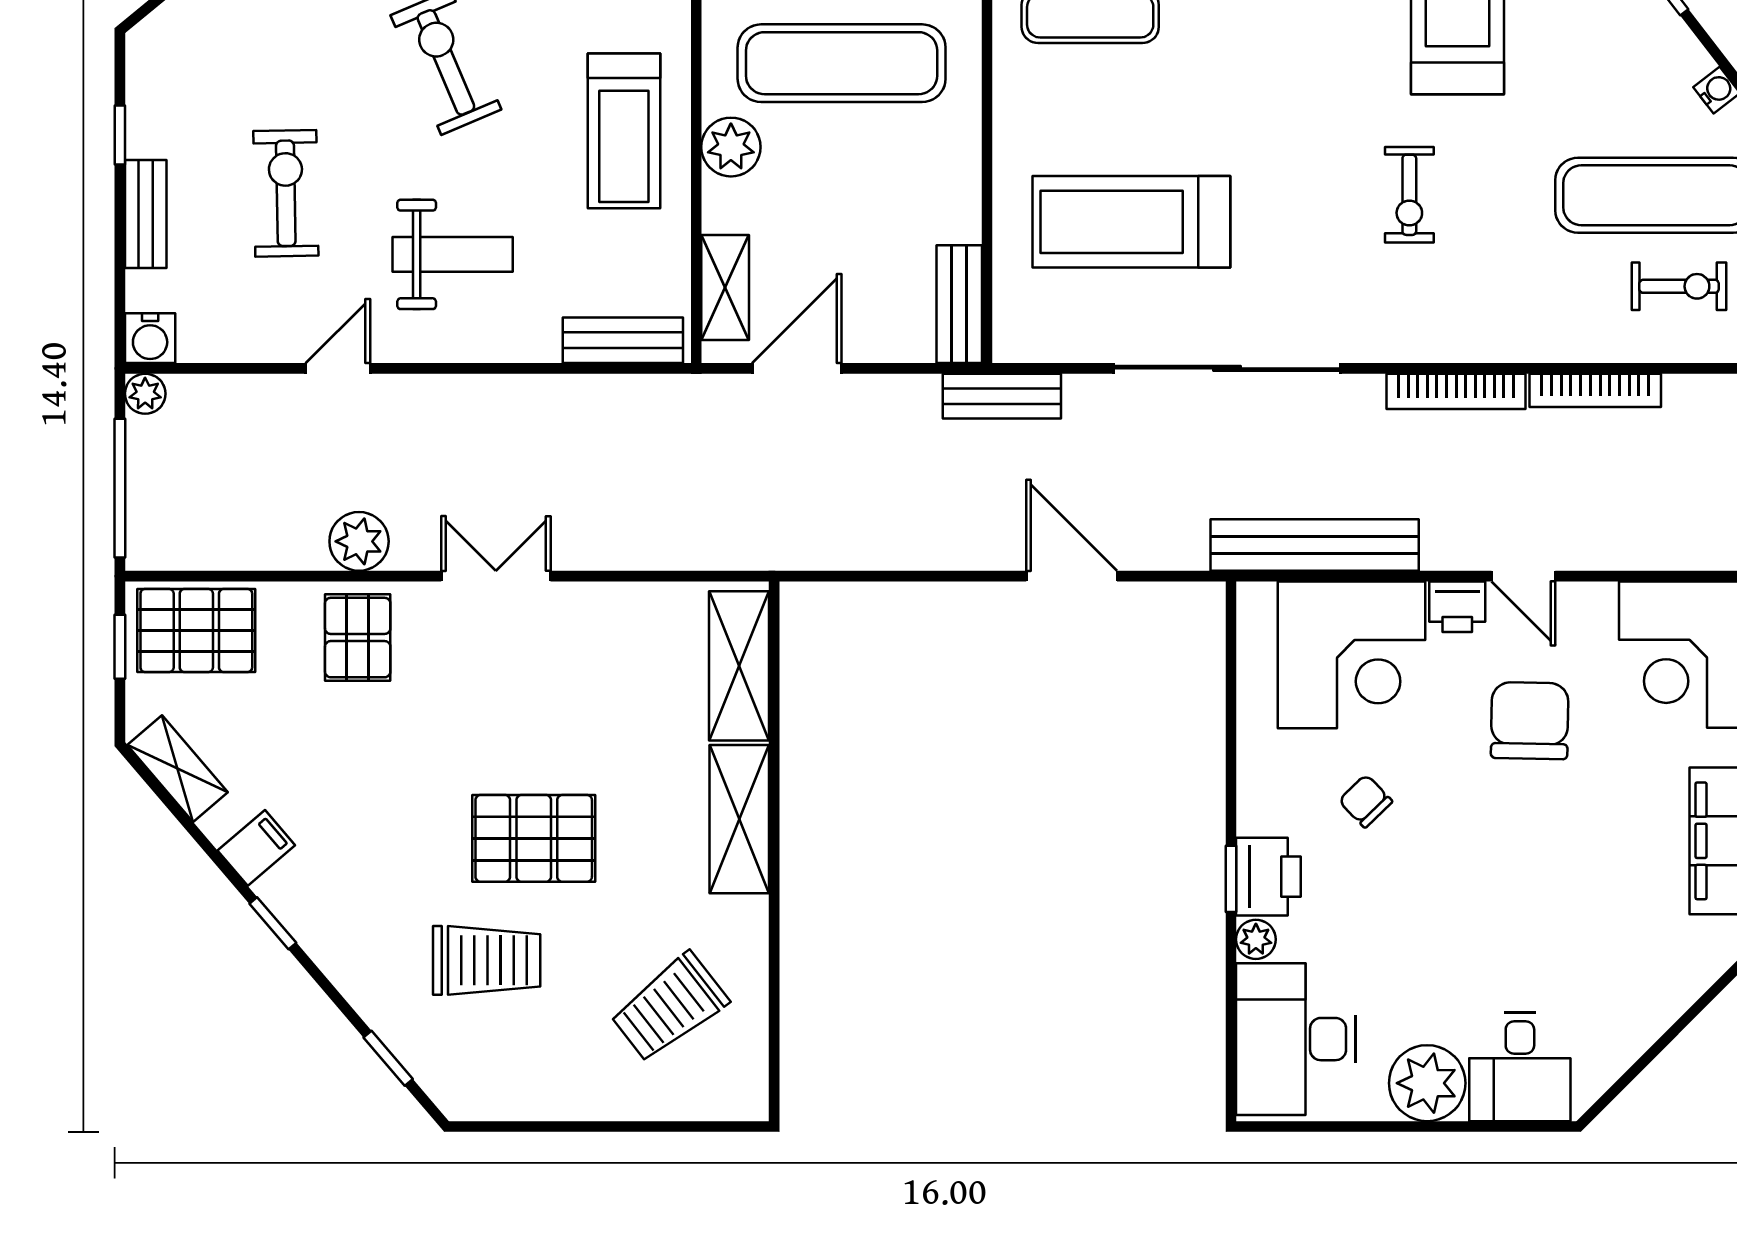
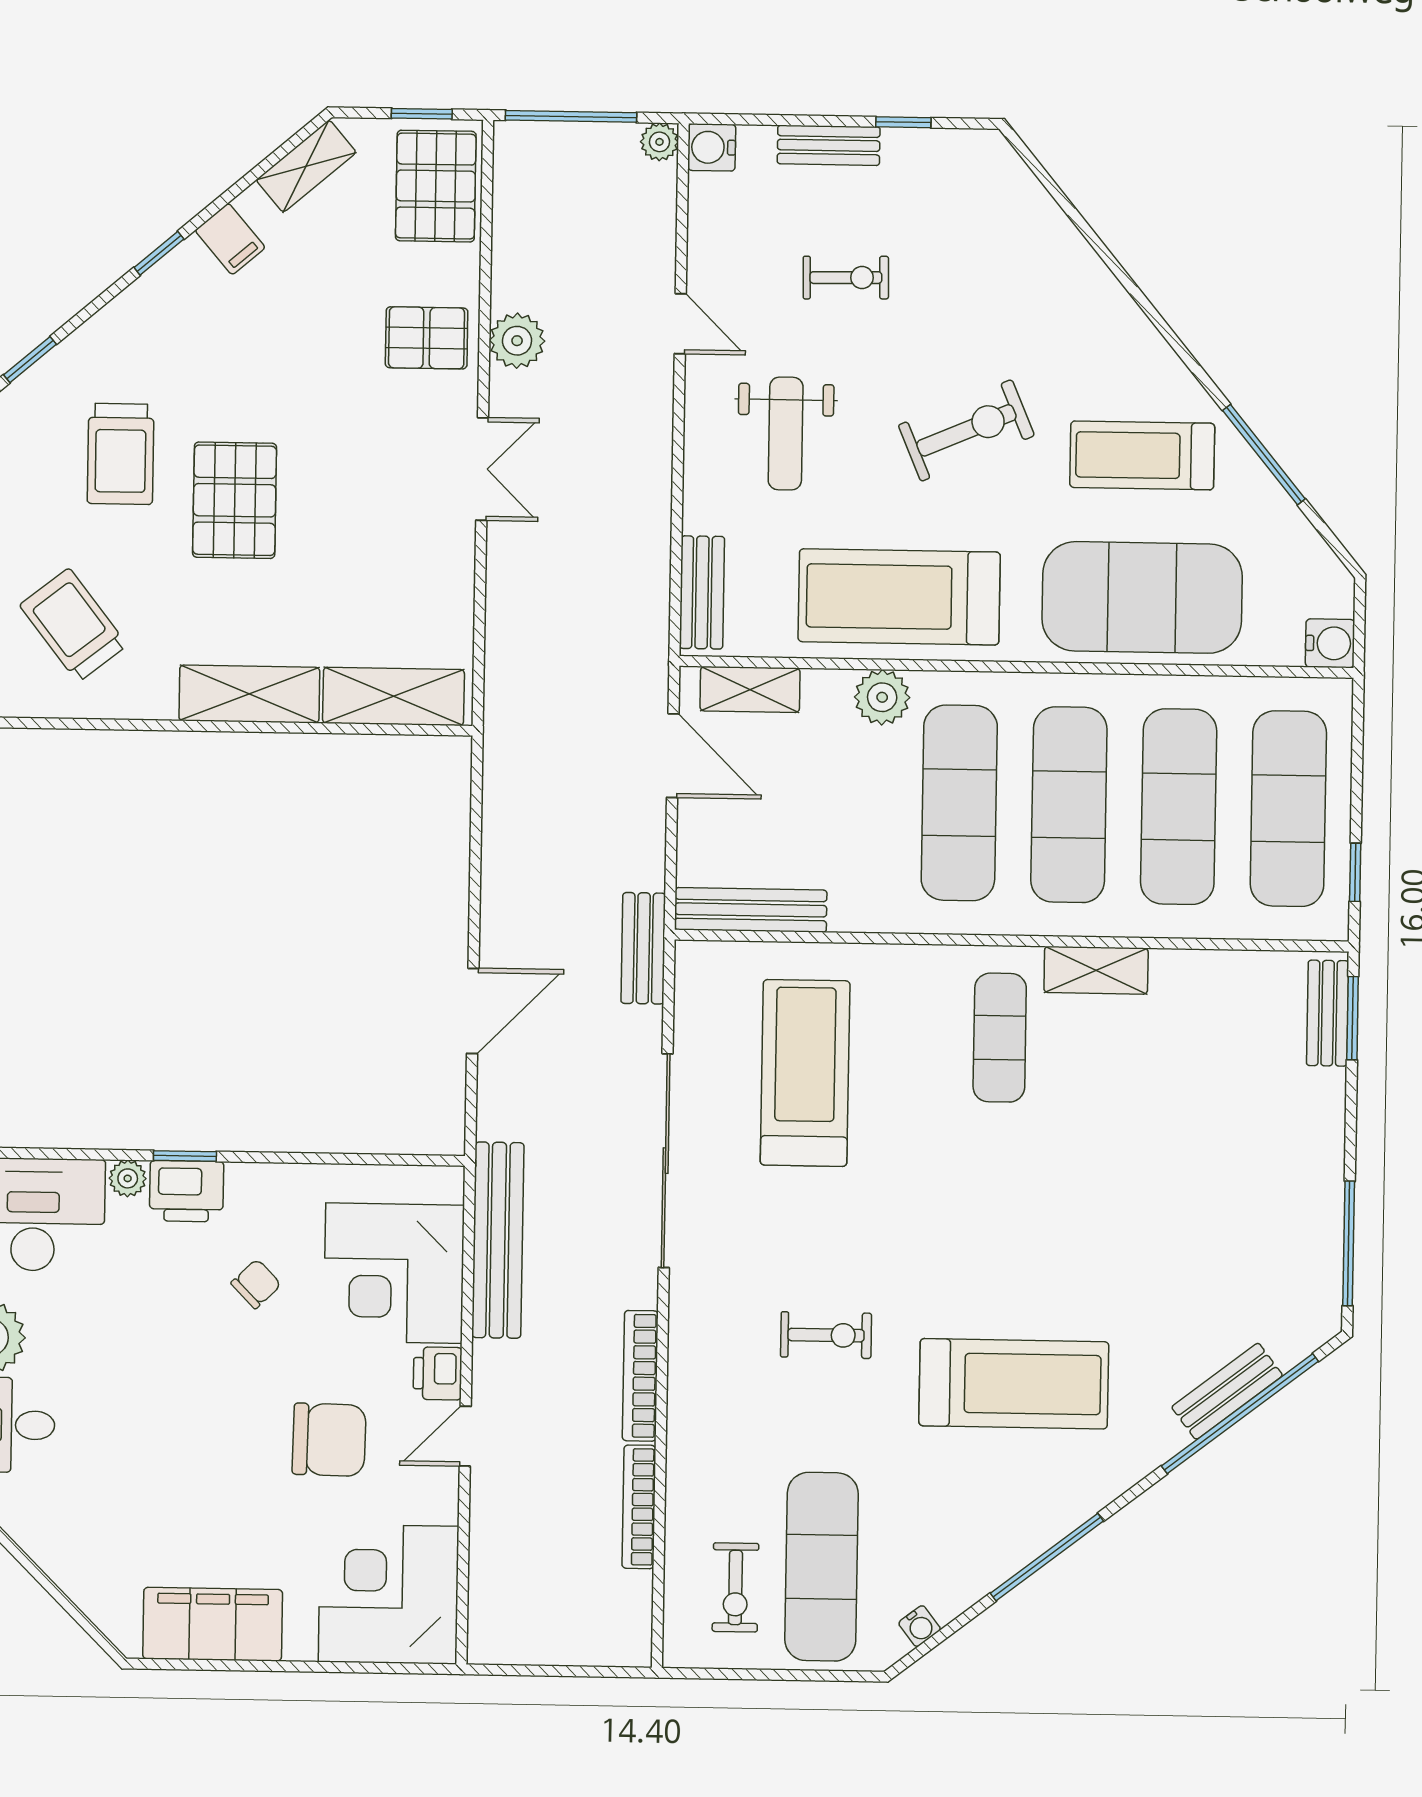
treadmill: (624, 131) -> (899, 597), width x1.37, depth x1.38
exercise bike: (286, 193) -> (846, 278), width x0.73, depth x0.72
exercise bike: (1409, 195) -> (826, 1335), turned 180
bench: (959, 304) -> (751, 910), width x1.36

